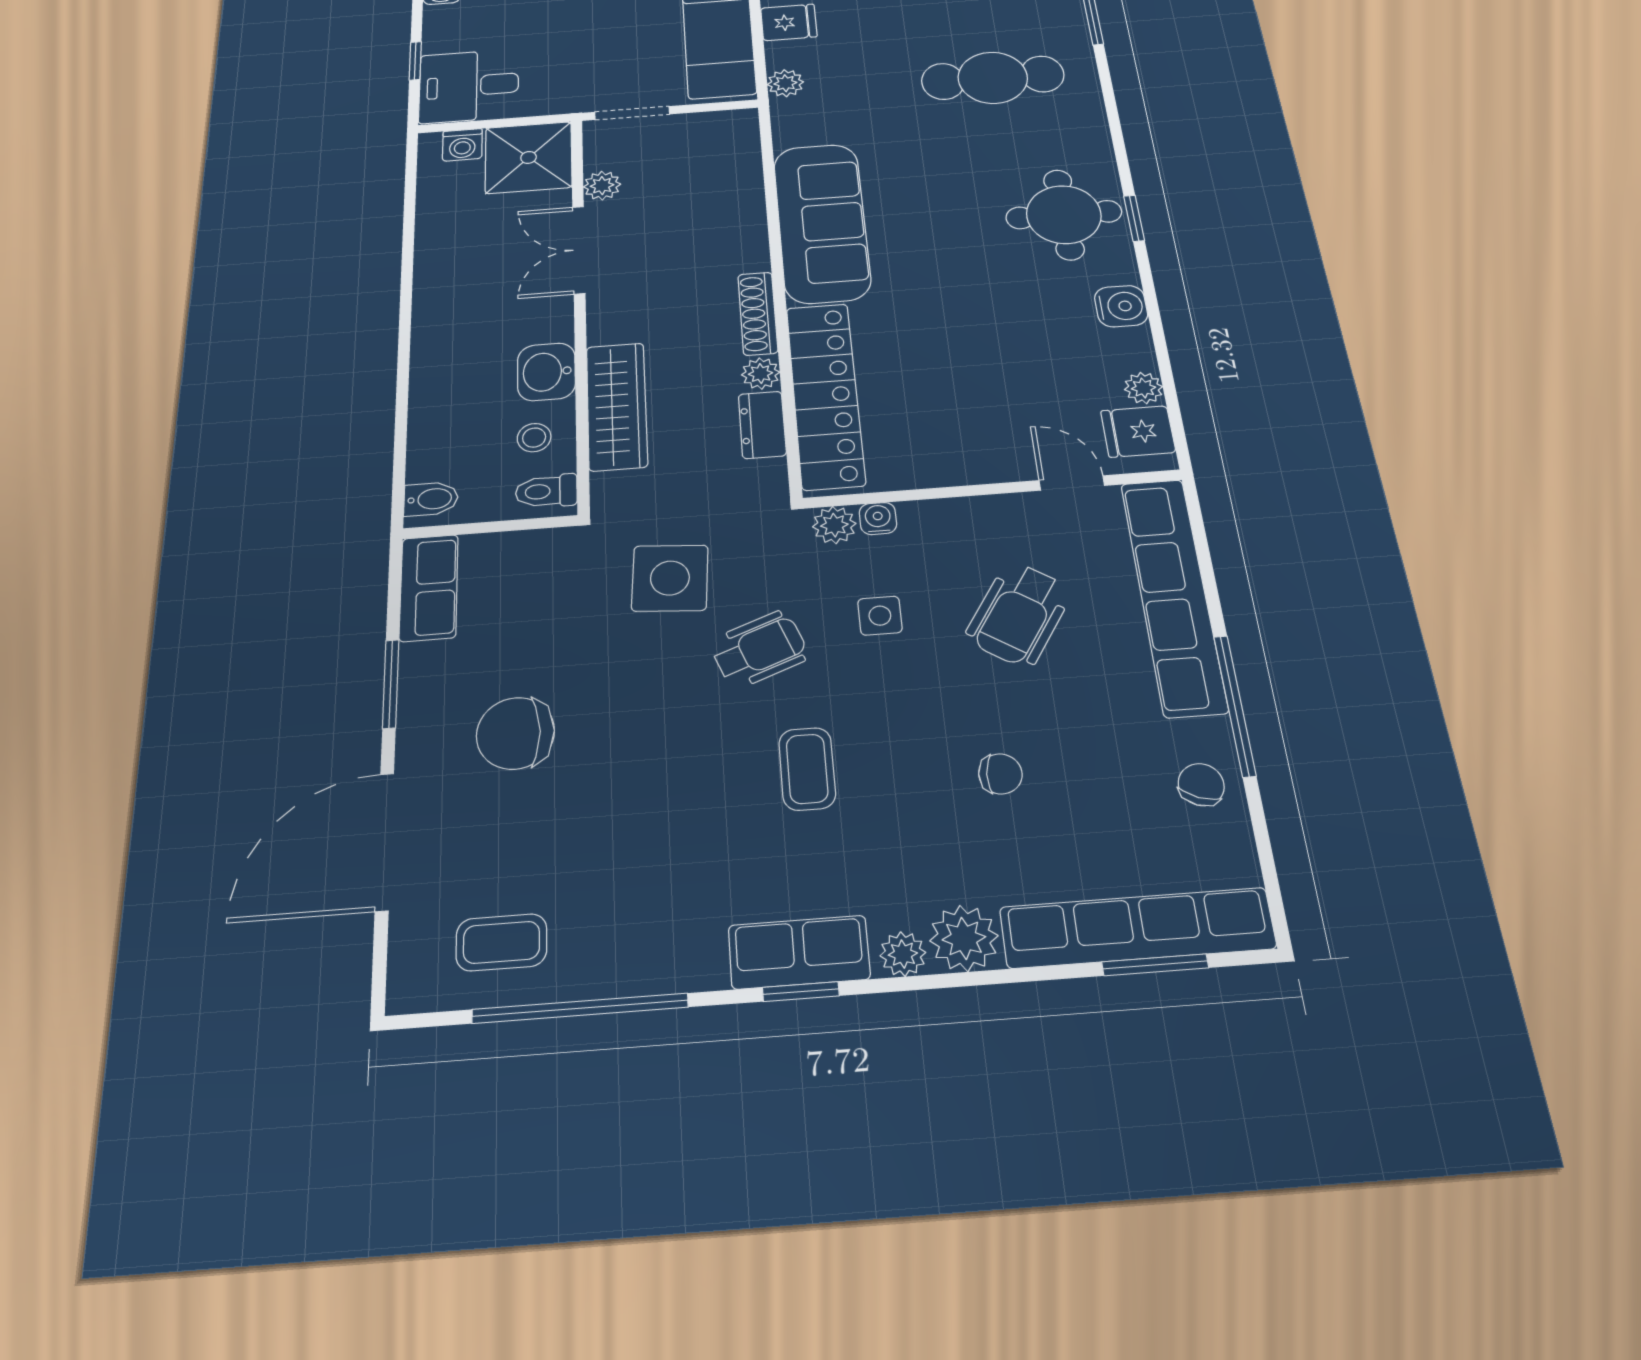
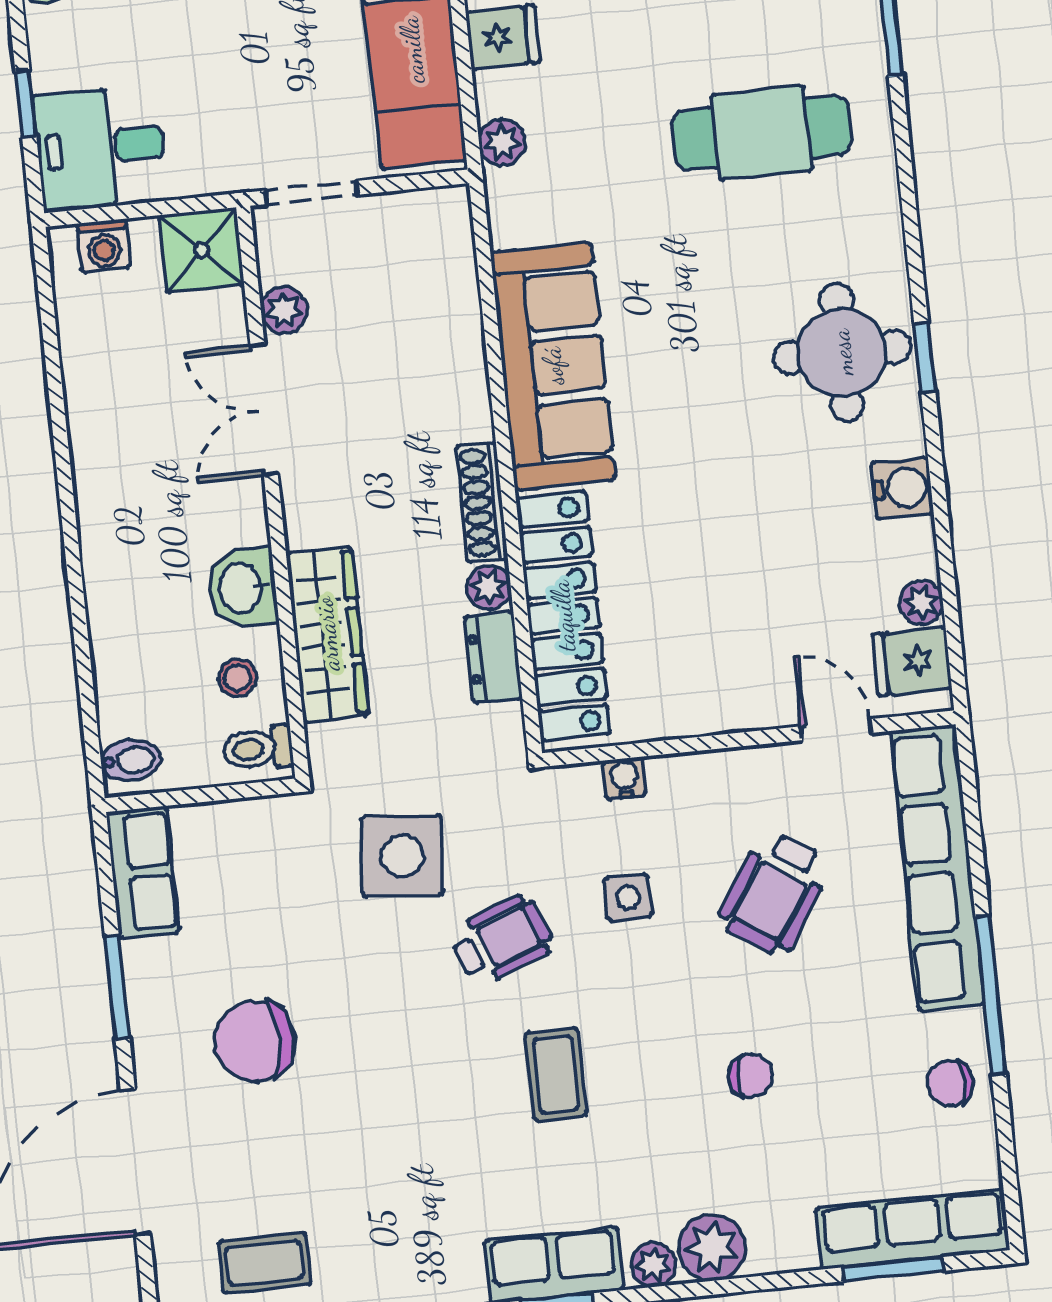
shower: (529, 157) -> (201, 250), width x0.73, depth x0.73
plant: (834, 525) -> (577, 787), removed
chair: (1201, 785) -> (950, 1083), turned -111
row of seats: (1137, 928) -> (913, 1229), width x0.73

